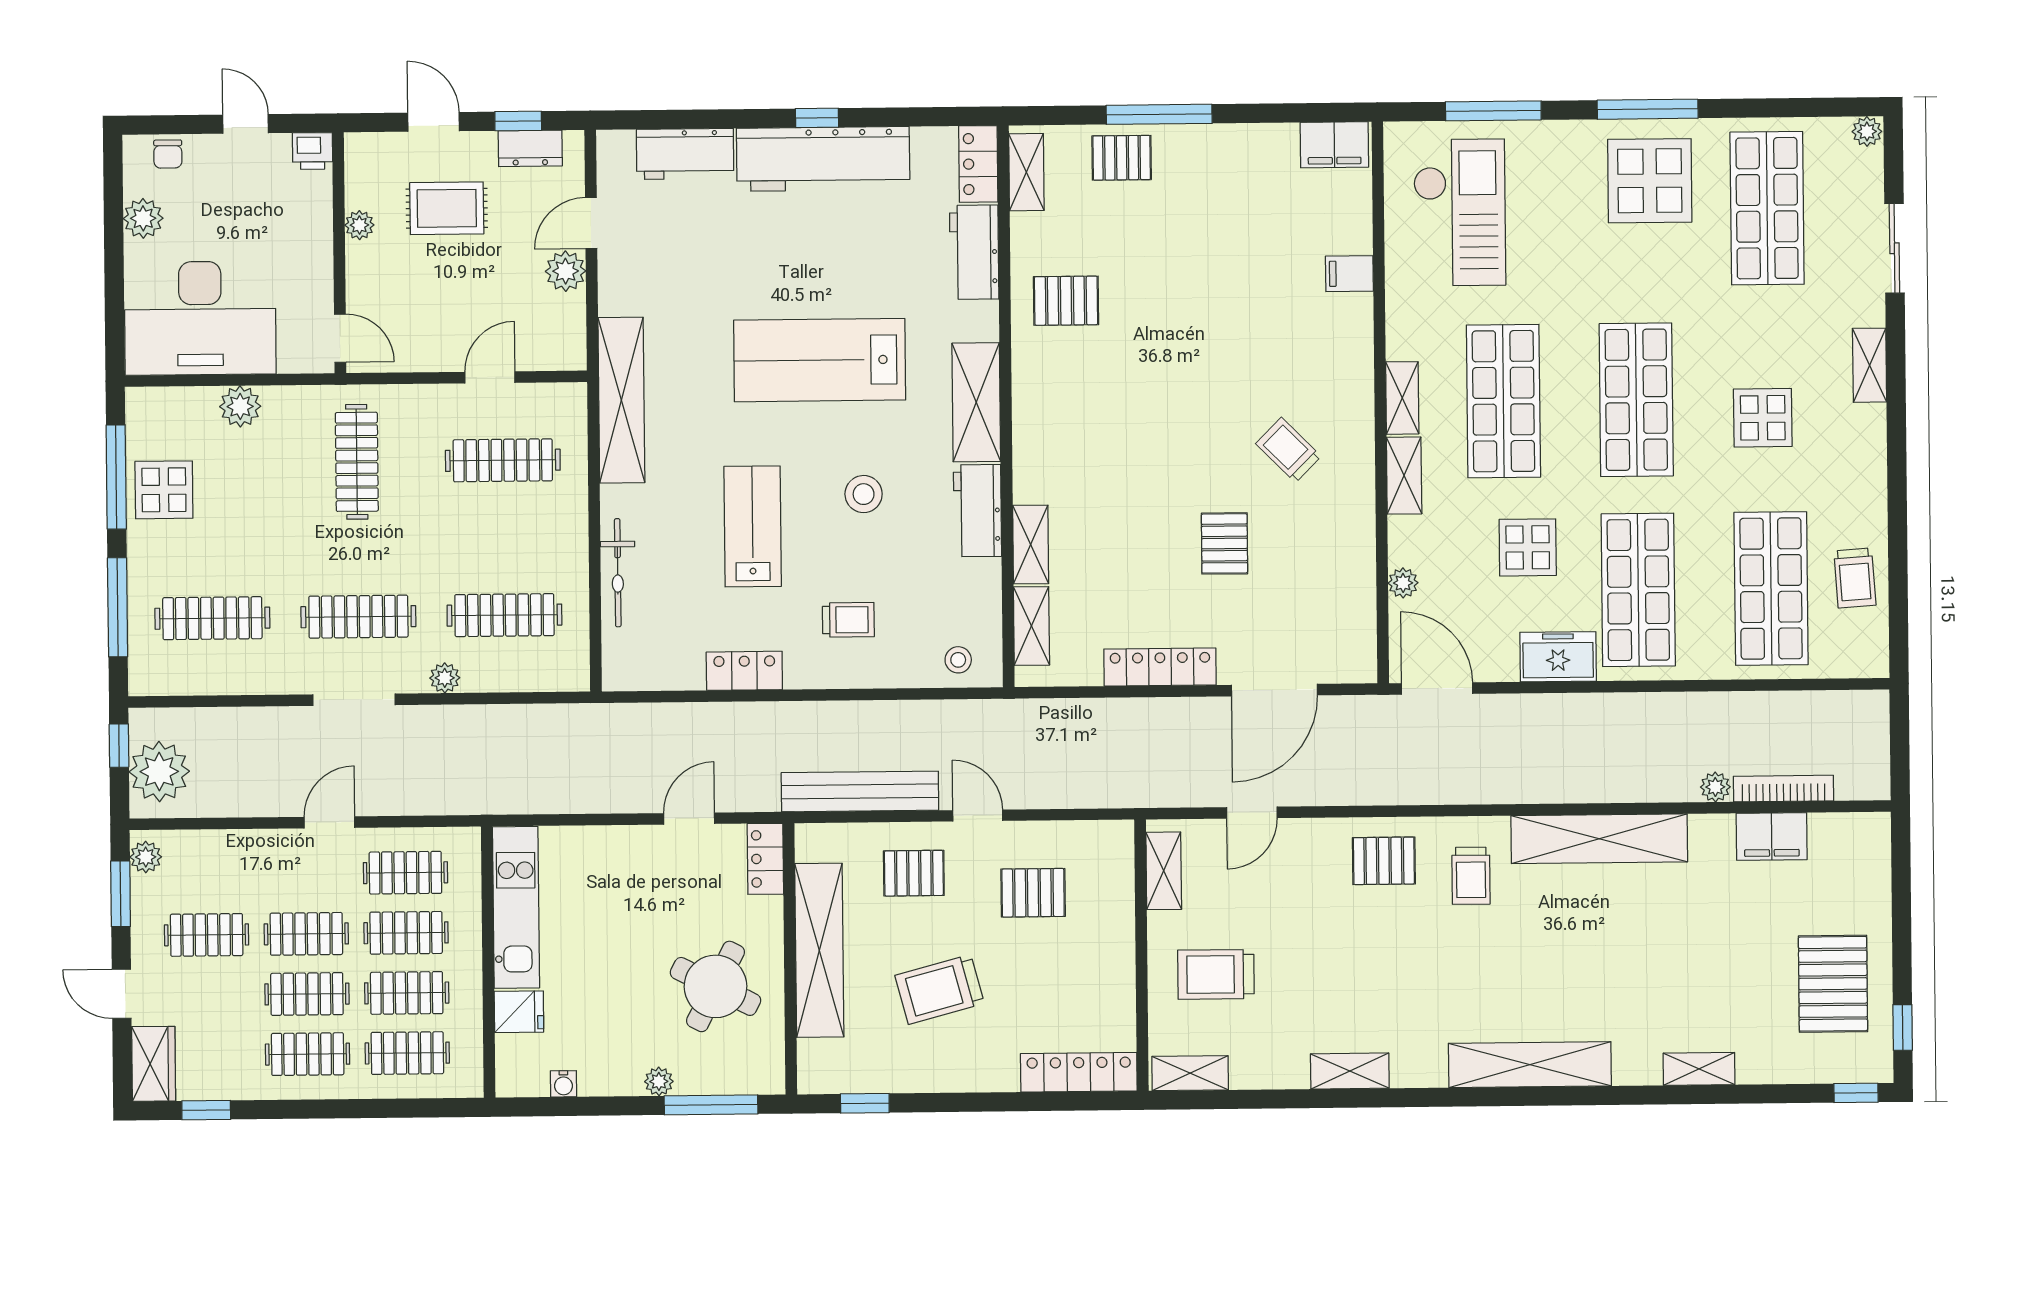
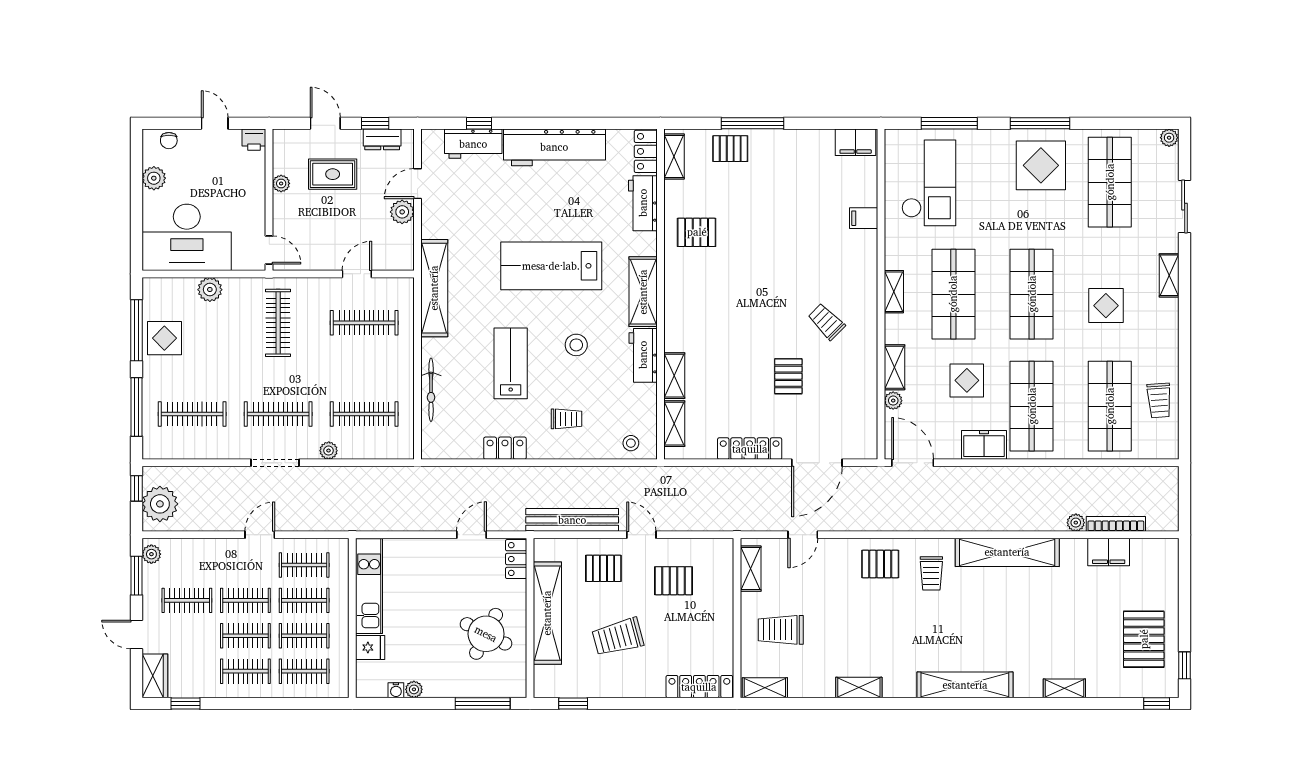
window: (817, 118) -> (479, 123), moved
shelving: (1404, 476) -> (894, 367), moved
plant: (659, 1081) -> (414, 689), moved

